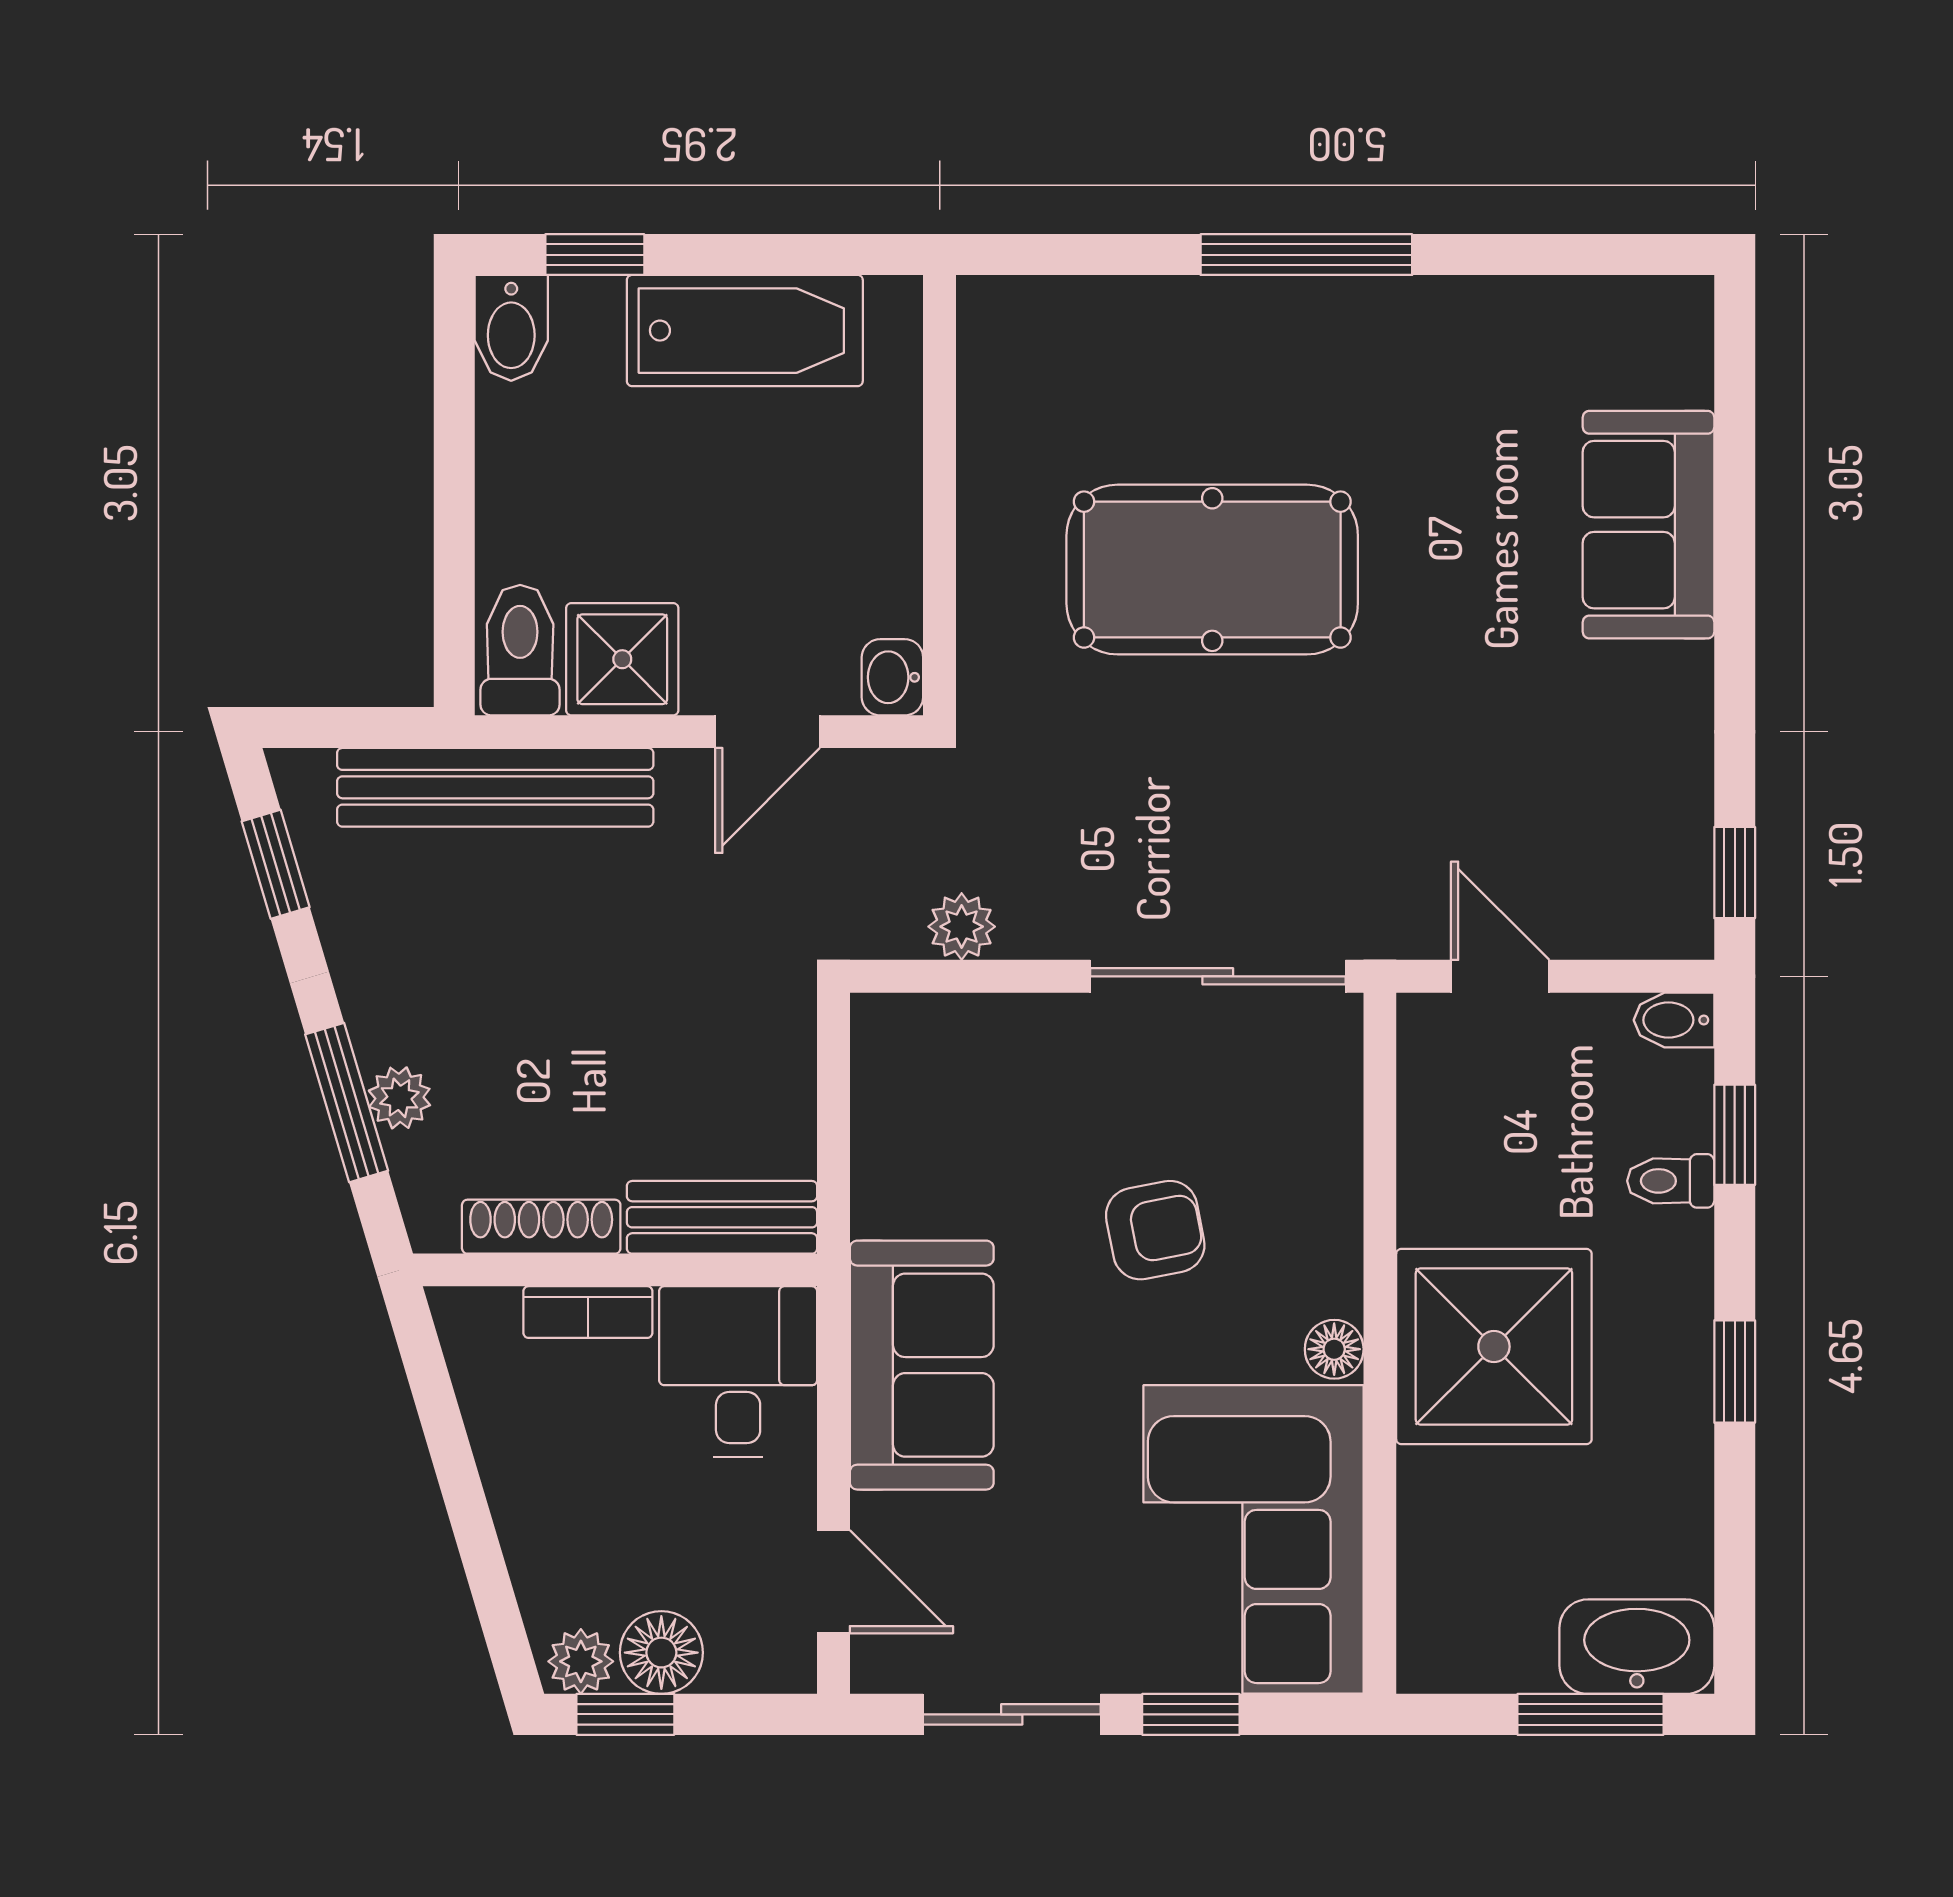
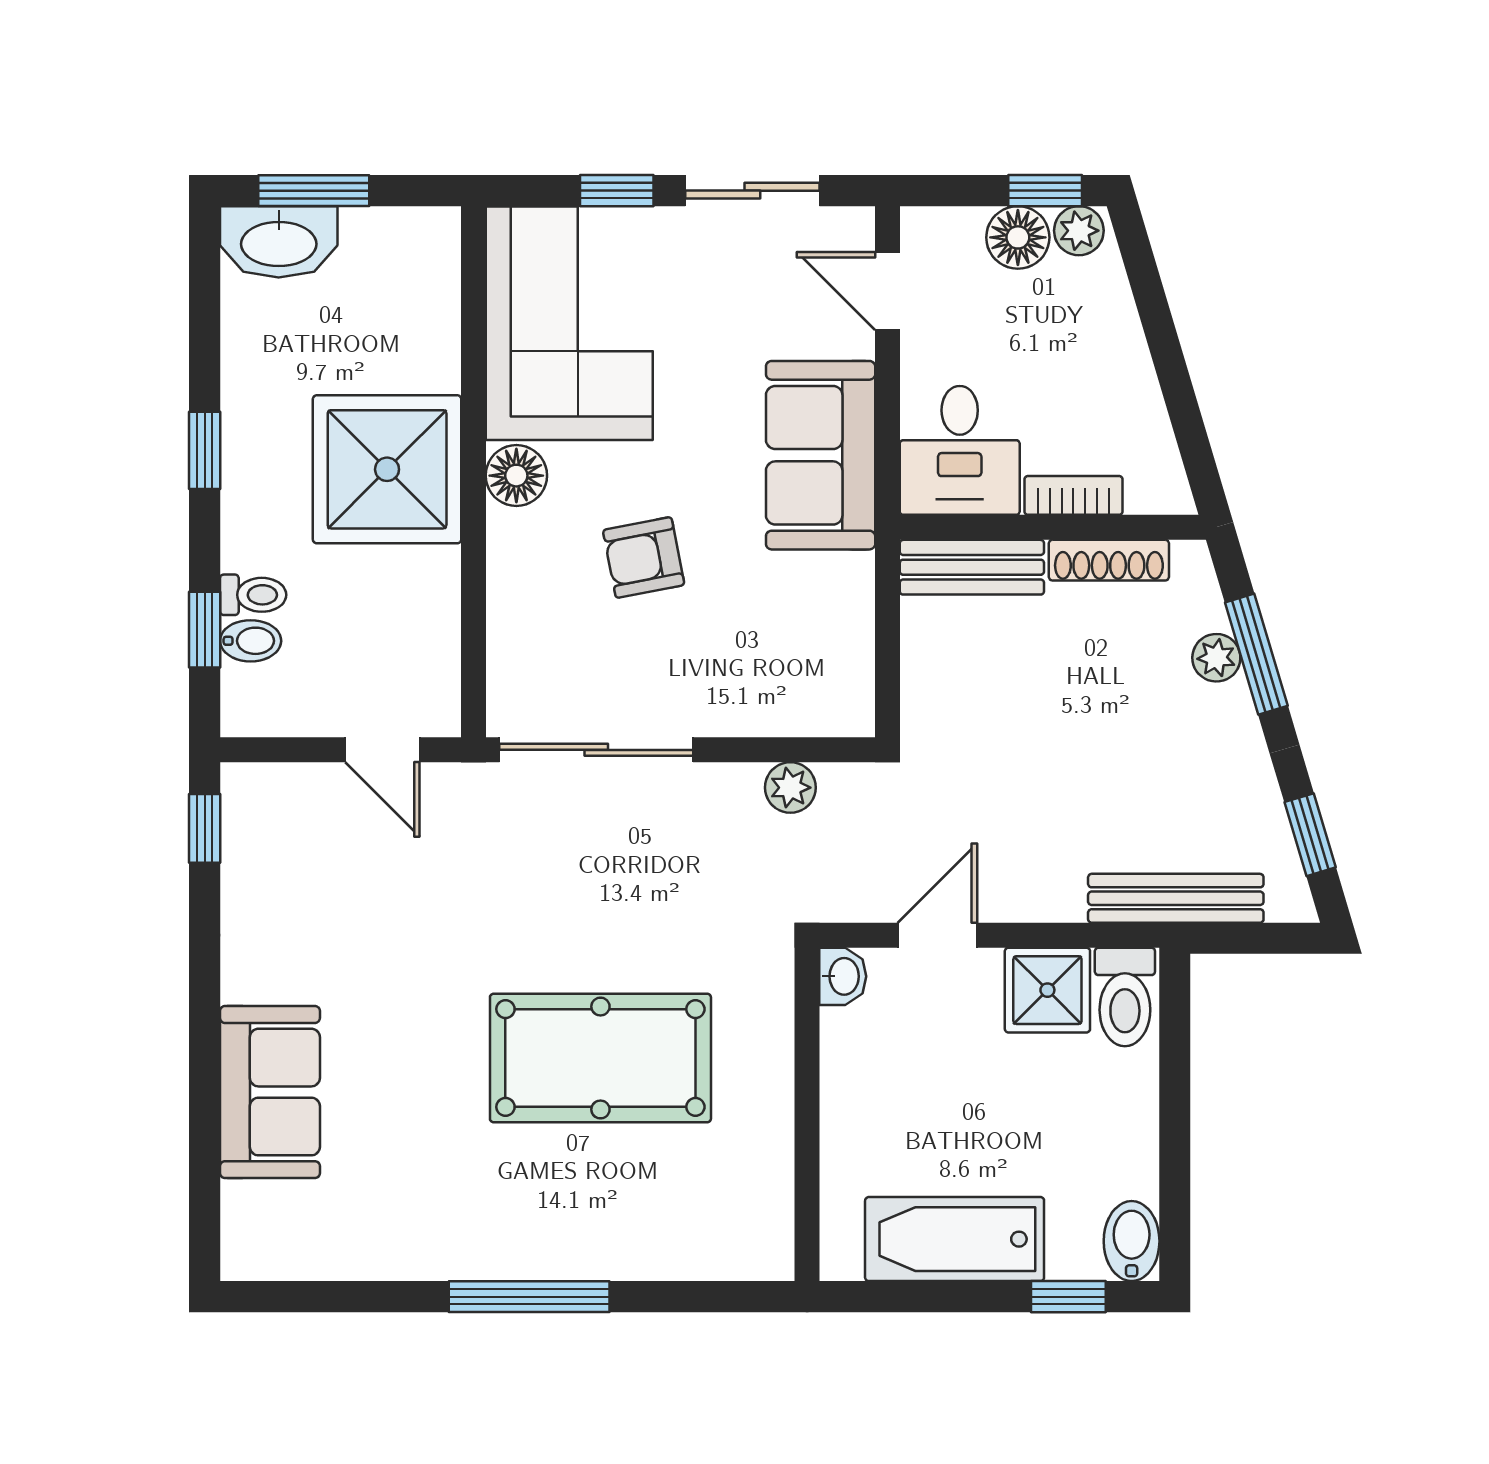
bench: (495, 787) -> (1176, 898), width x0.73, depth x0.82
bidet: (1674, 1020) -> (251, 641), moved
floor lamp: (1334, 1349) -> (516, 476), width x1.37, depth x1.37

